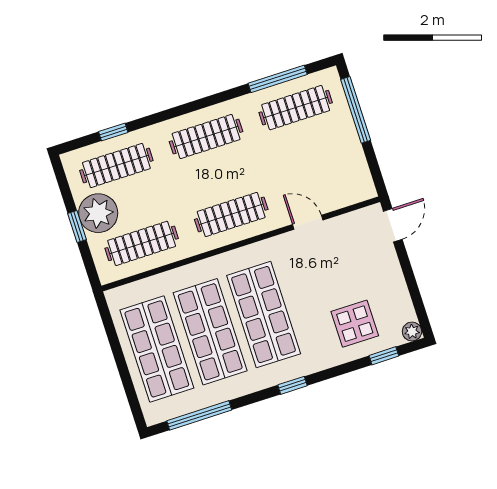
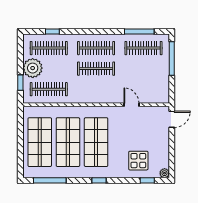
clothes rail: (231, 214) -> (96, 69), moved
window: (77, 226) -> (20, 83), moved

